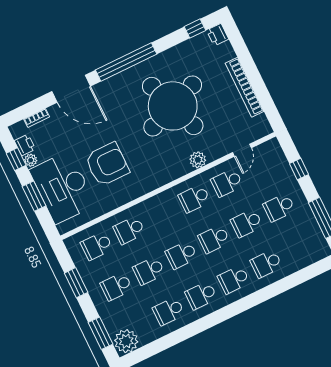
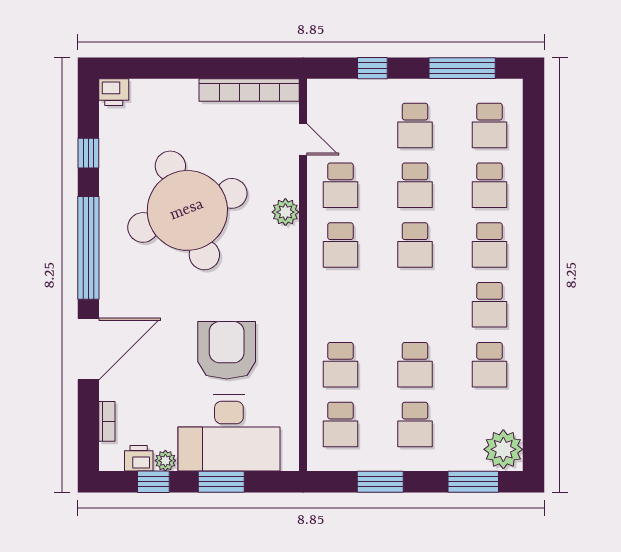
window: (195, 29) -> (88, 153), moved
bookcase: (245, 87) -> (249, 90), moved
school desk: (181, 255) -> (489, 125), moved

